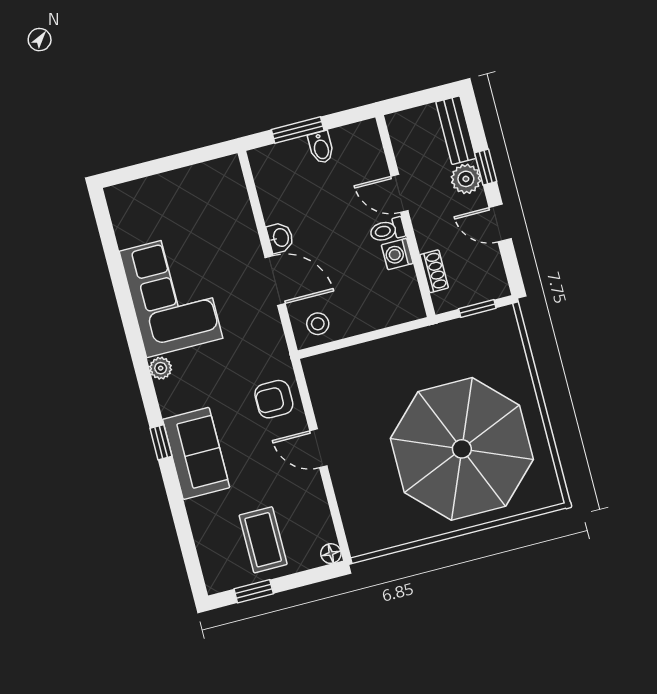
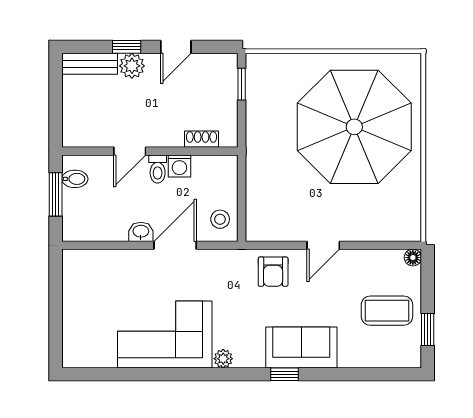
door: (400, 193) -> (130, 151), moved
wall: (405, 216) -> (150, 151), moved
toilet: (387, 230) -> (158, 169), moved
washing machine: (397, 254) -> (179, 166), moved
shoe rack: (434, 271) -> (202, 139), moved

